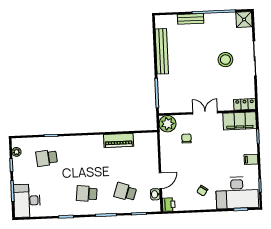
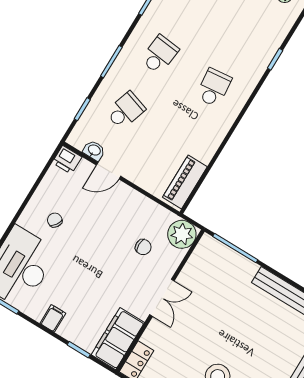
piano: (119, 140) -> (185, 182), moved
school desk: (47, 158) -> (214, 88), moved
door: (160, 181) -> (108, 171), hinge flipped

